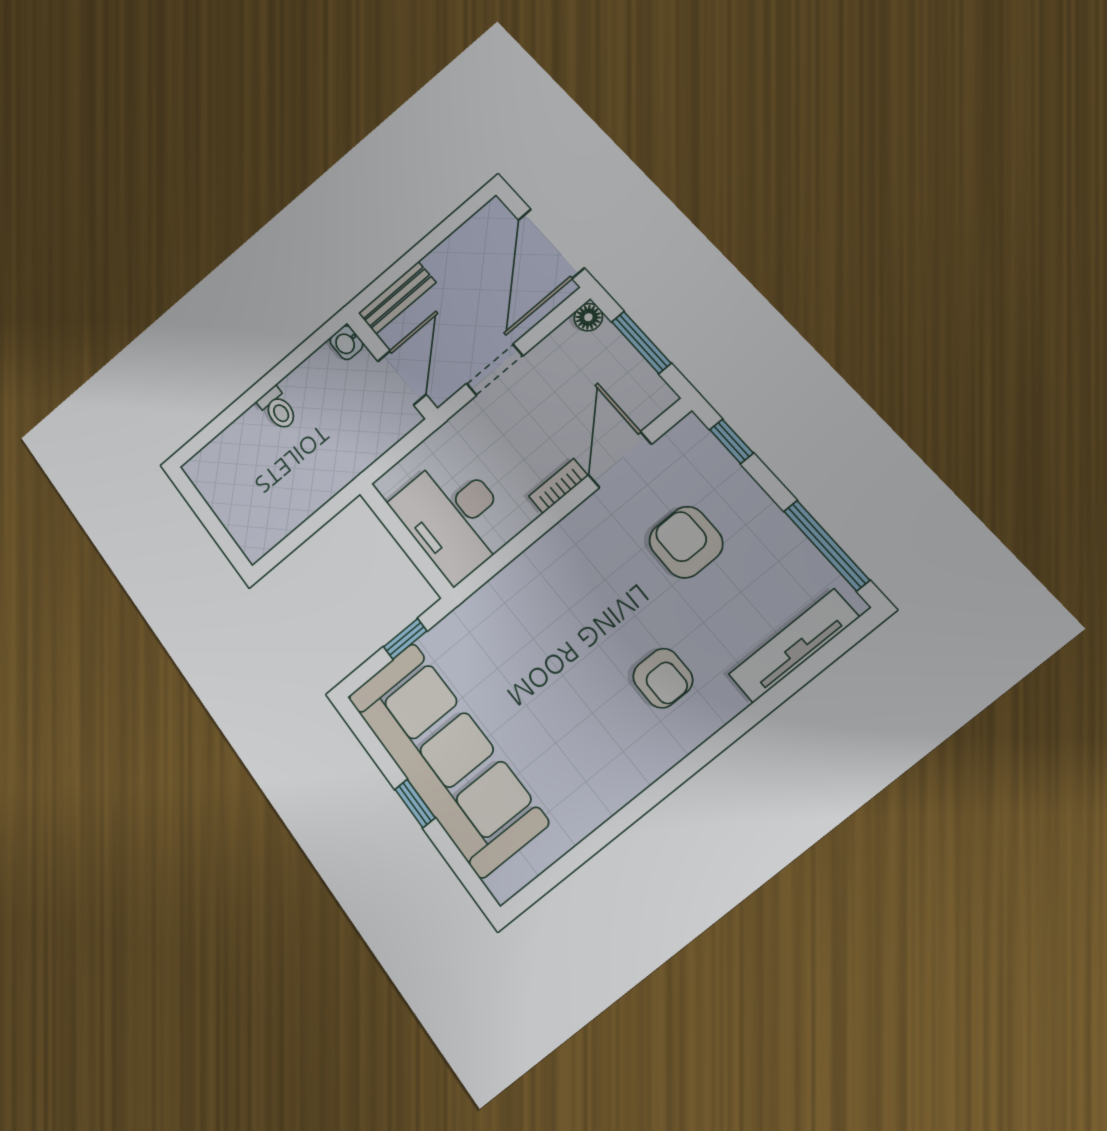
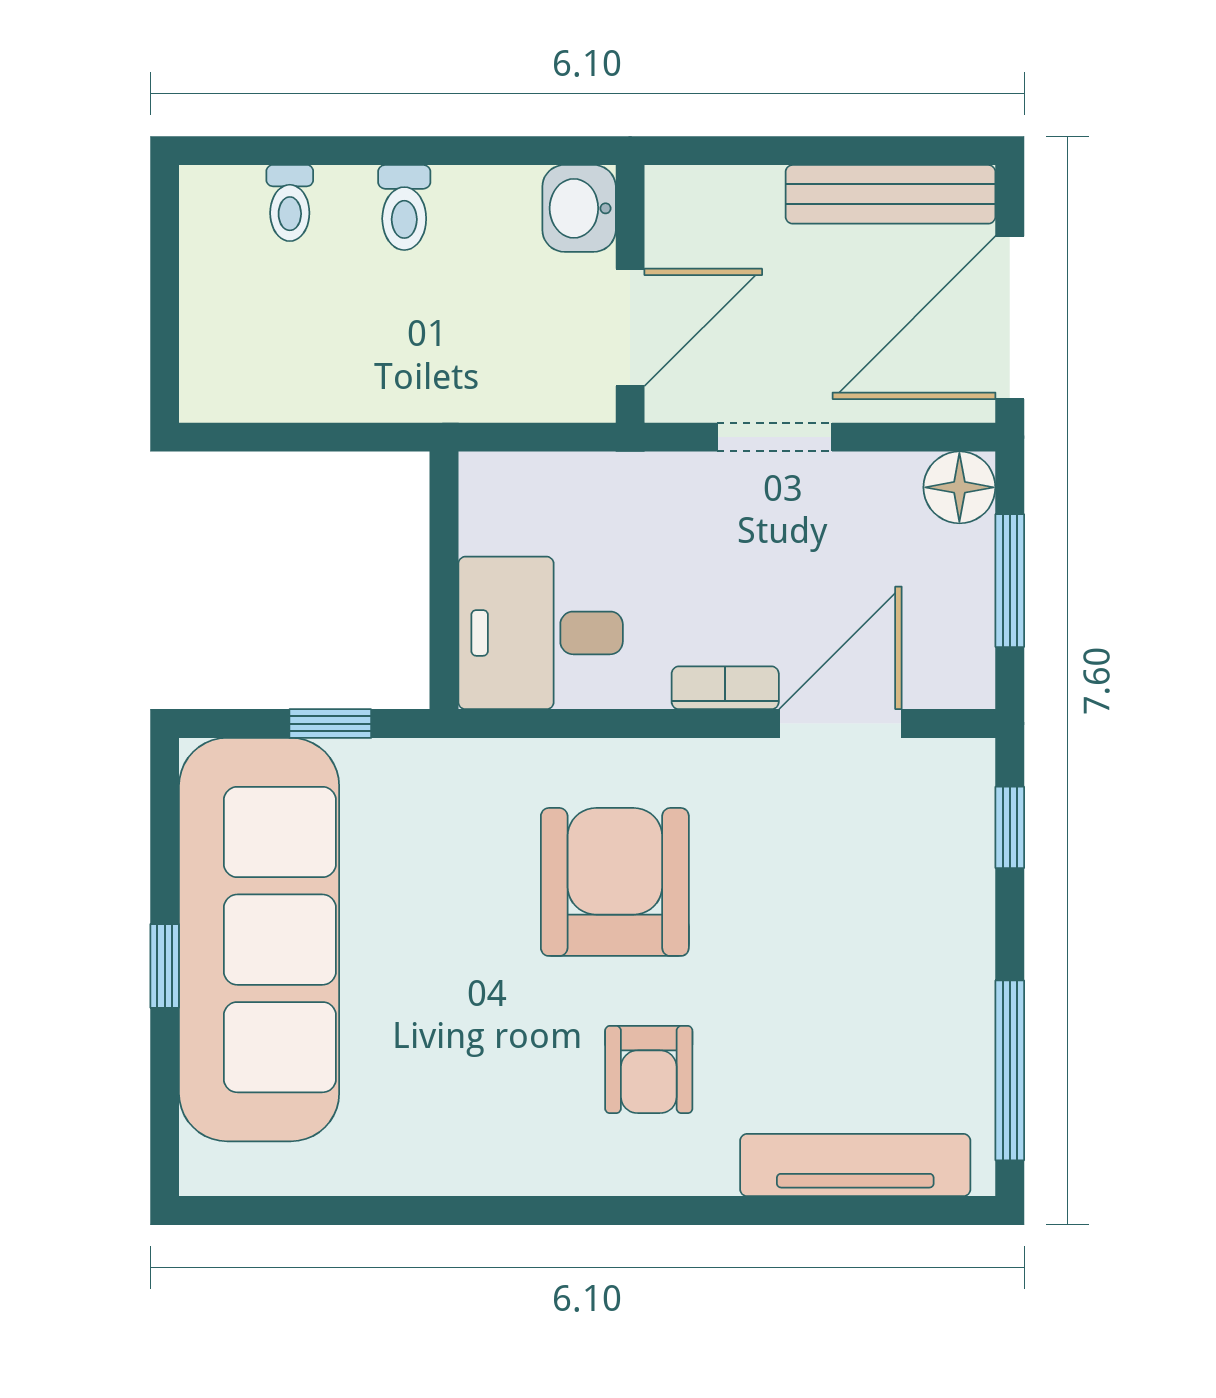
bench: (397, 298) -> (890, 194), moved, width x1.36
floor lamp: (588, 317) -> (959, 487), width x1.37, depth x1.37
washbasin: (346, 343) -> (579, 208), width x1.38, depth x1.45
toilet: (232, 445) -> (290, 203), added
desk: (453, 517) -> (541, 633), width x0.73
armchair: (686, 542) -> (615, 882), moved, width x1.36, depth x1.36

